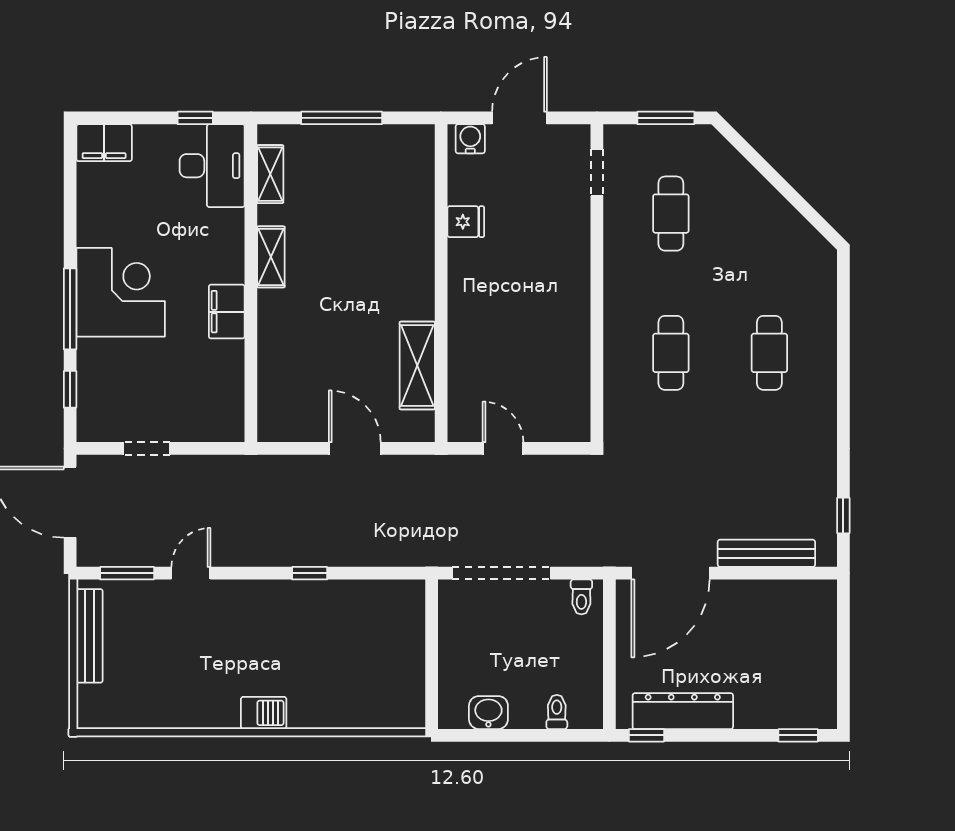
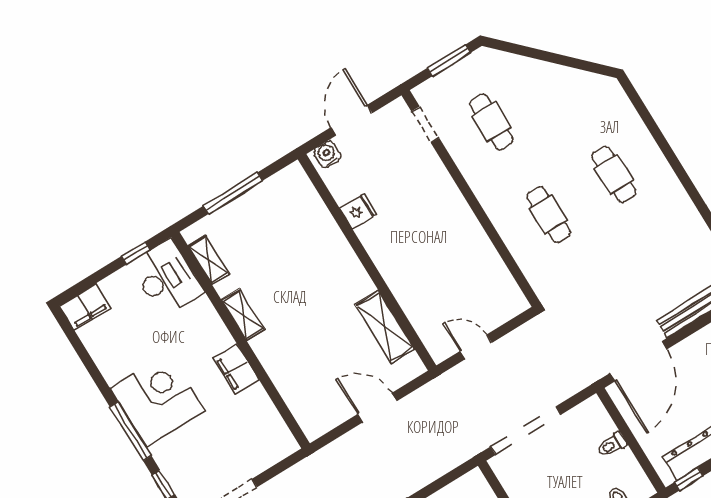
toilet: (581, 597) -> (612, 445), moved, turned 90

